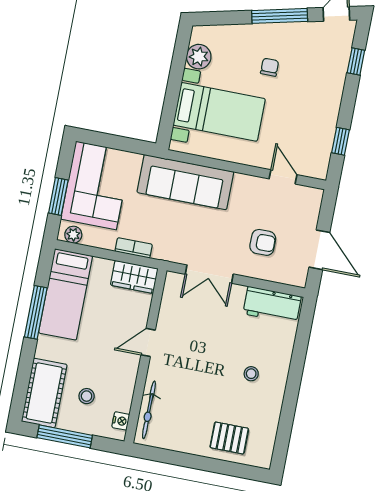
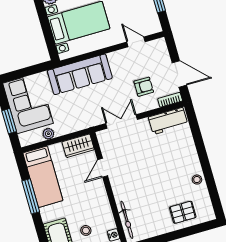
plant: (73, 235) -> (48, 134), moved
bookcase: (134, 248) -> (170, 100), moved
double door: (209, 274) -> (122, 122), swing flipped
door: (148, 342) -> (103, 168), moved
stool: (251, 374) -> (197, 180), moved

